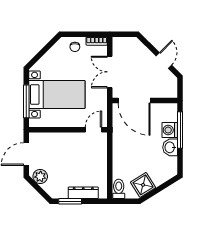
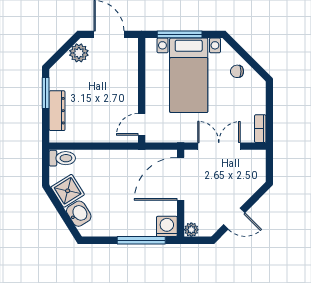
chair: (75, 47) -> (237, 71), moved
plant: (172, 93) -> (191, 230), added
door: (93, 130) -> (142, 124), swing flipped
washing machine: (170, 130) -> (167, 226), moved
washbasin: (170, 147) -> (79, 214), moved, turned 58

